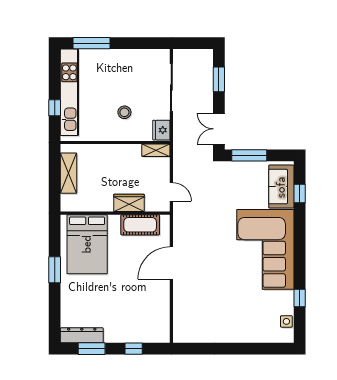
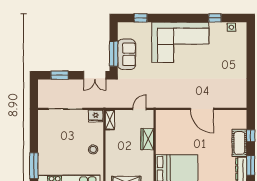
stool: (124, 112) -> (93, 149), moved
sofa: (281, 187) -> (127, 54), moved, turned -90
cot: (140, 225) -> (239, 143), moved
door: (171, 263) -> (202, 109), moved

